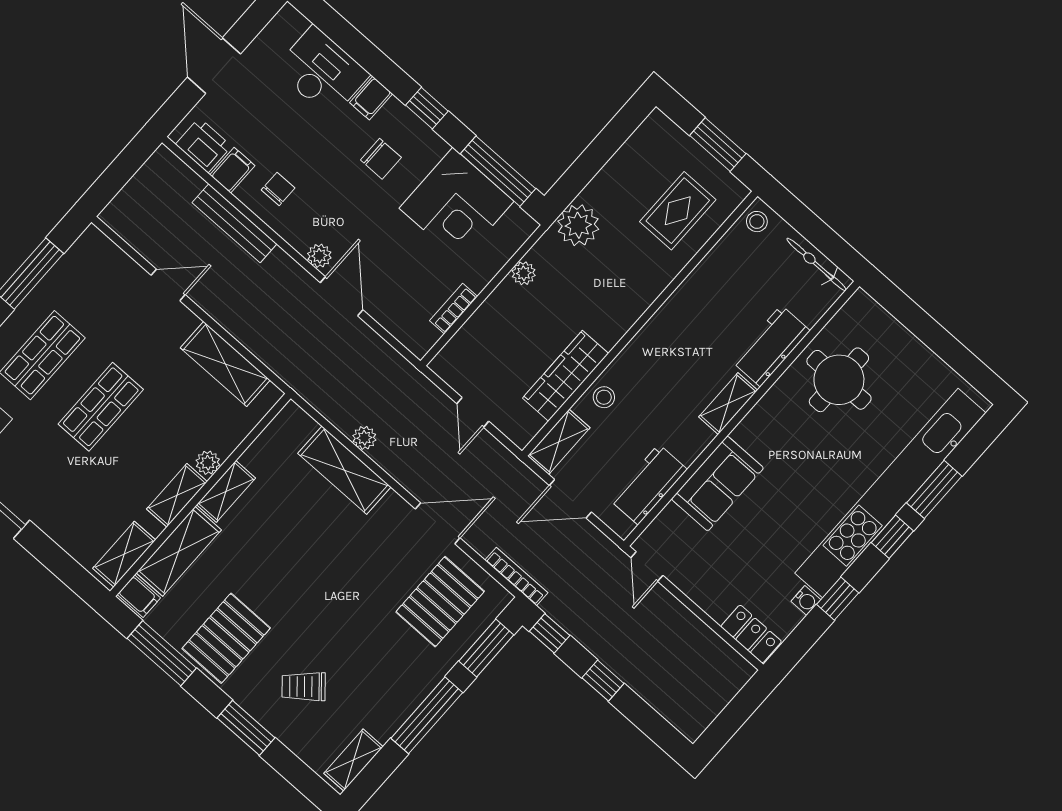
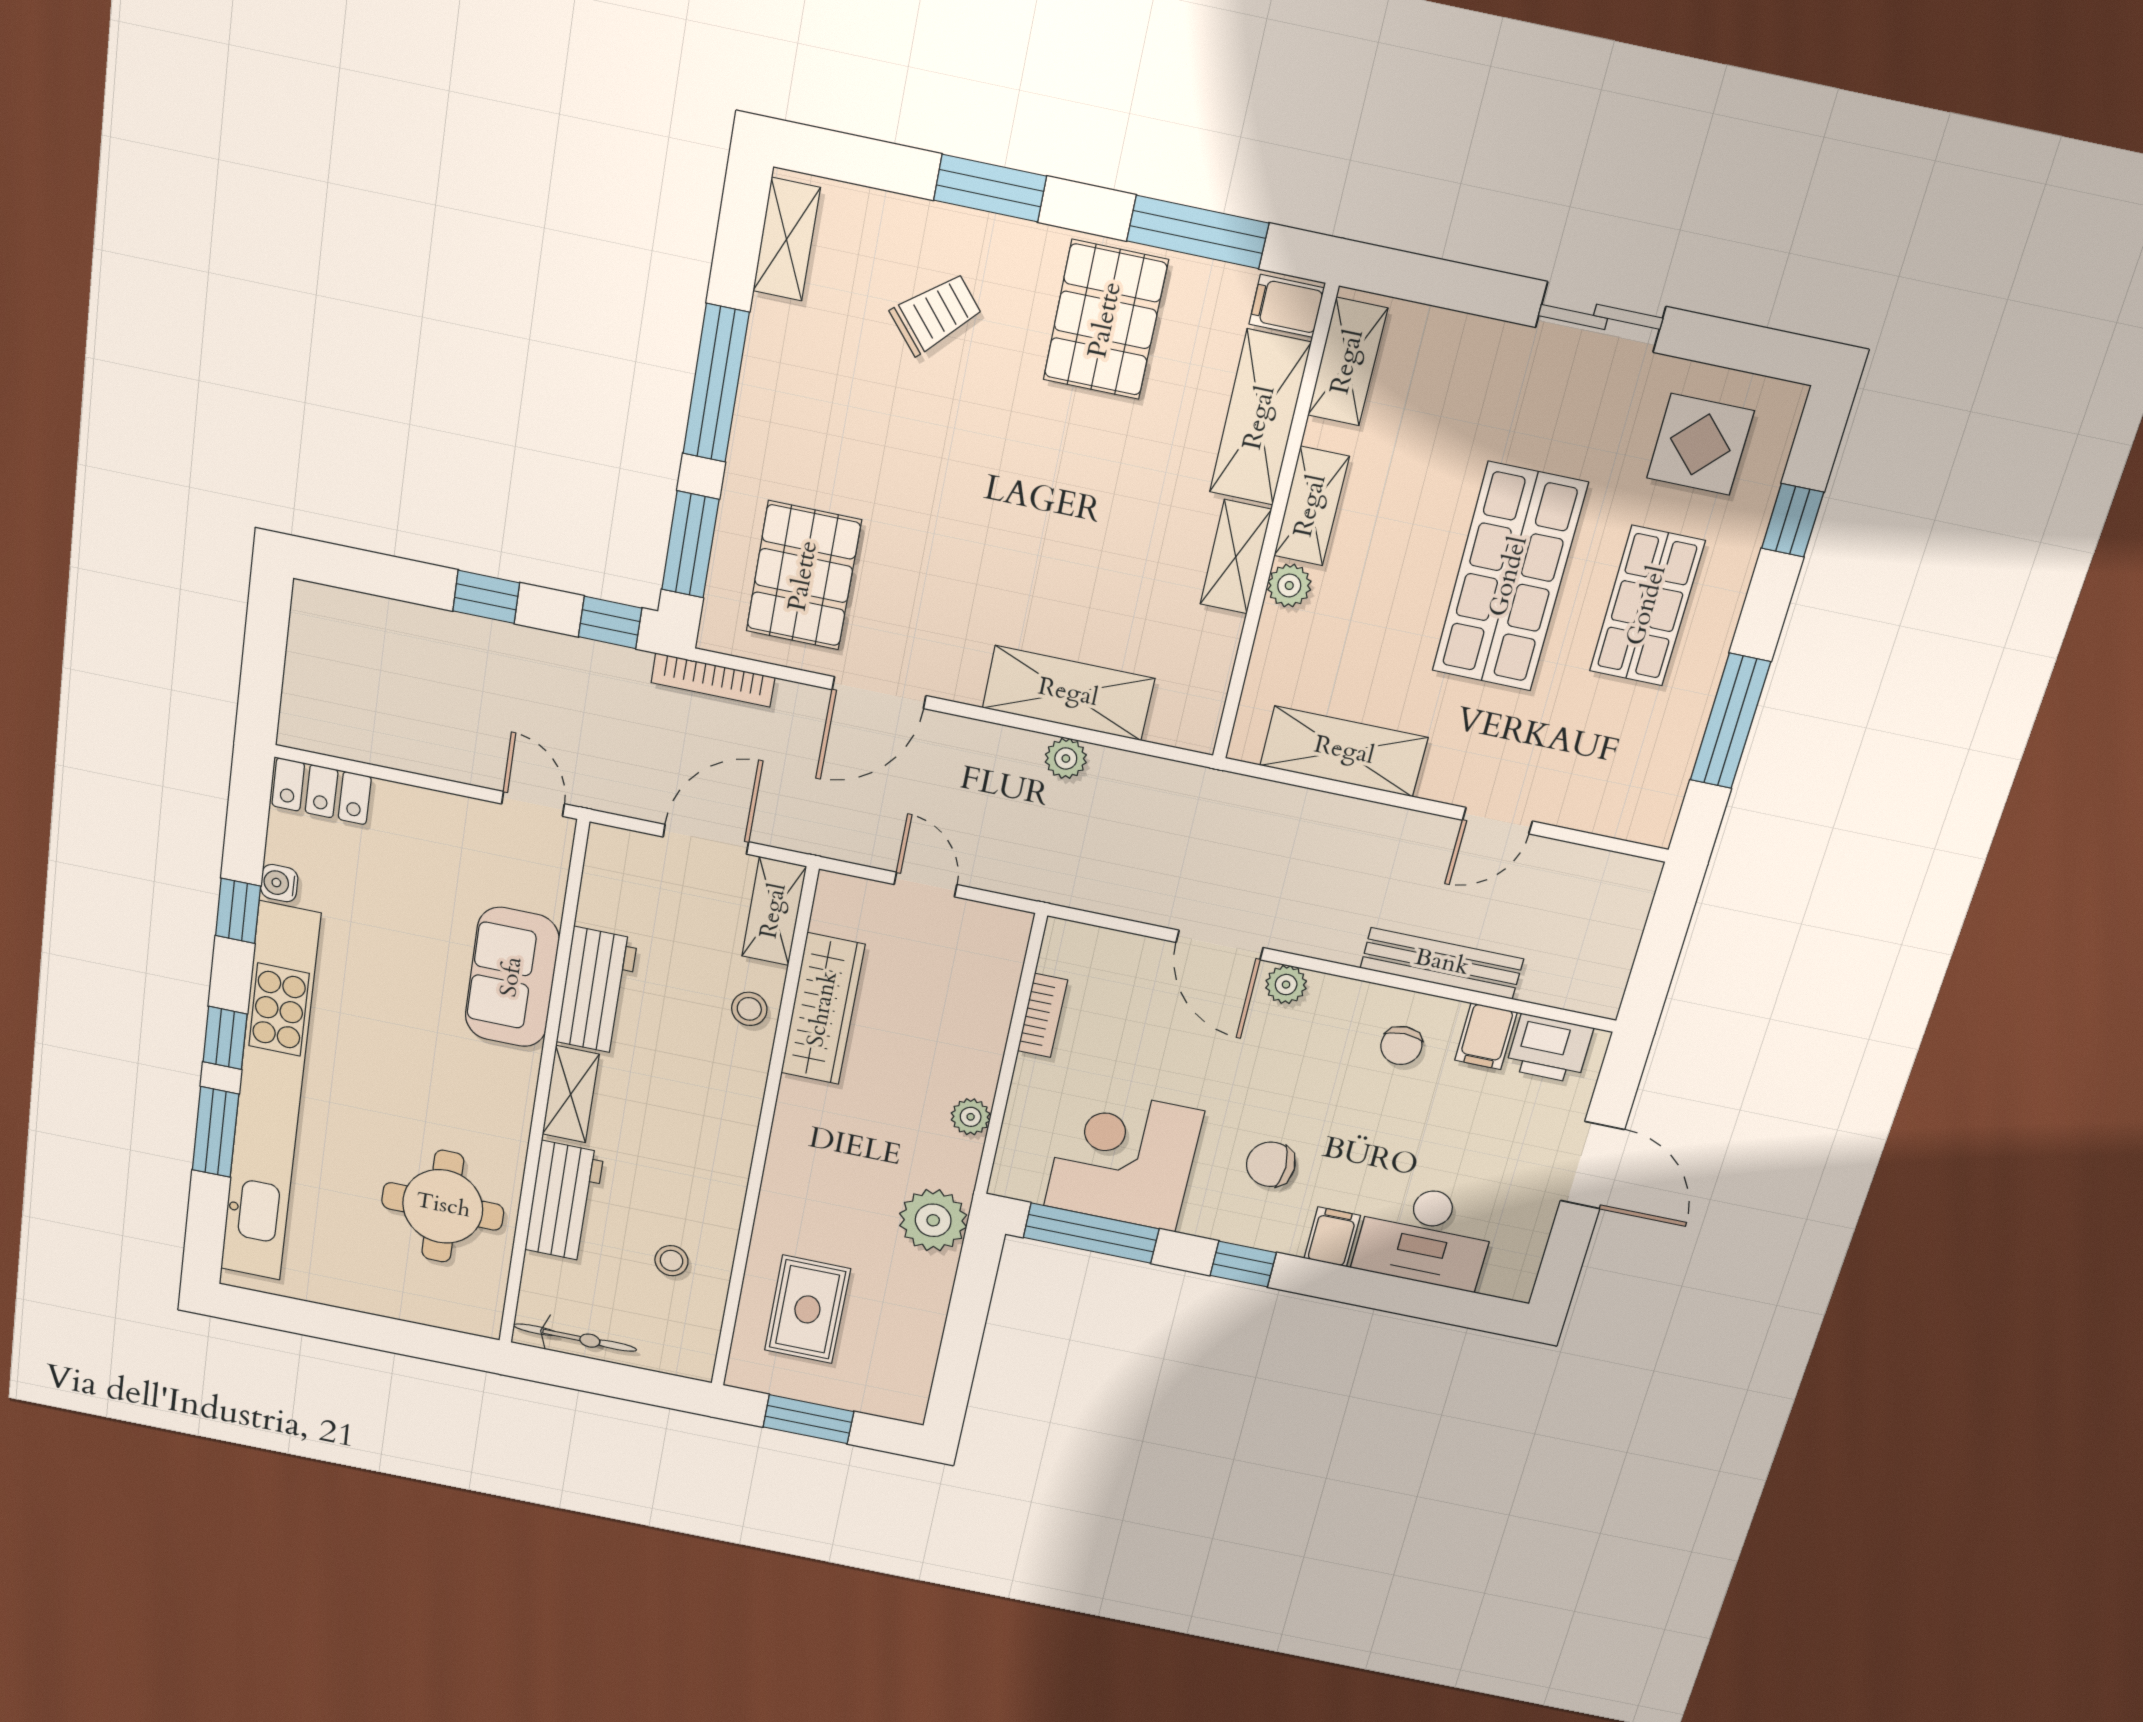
stool: (757, 222) -> (671, 1261), moved
shop shelf: (101, 407) -> (1509, 577), width x1.43, depth x1.36
workbench: (648, 485) -> (597, 991), moved

